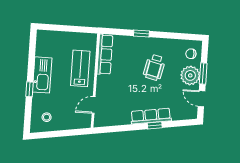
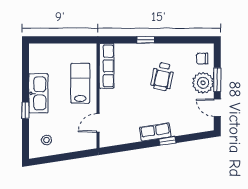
row of seats: (151, 116) -> (155, 132), width x0.68

